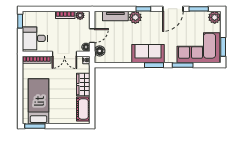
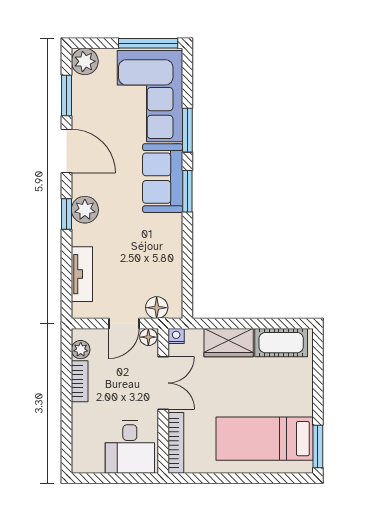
plant: (135, 17) -> (85, 210), moved
window: (20, 21) -> (93, 478), removed
door: (92, 36) -> (124, 324), swing flipped
window: (223, 47) -> (148, 43), width x1.44
sofa: (148, 54) -> (163, 178), moved

